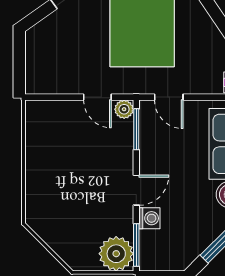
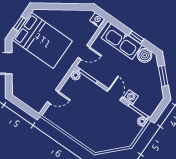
door: (97, 97) -> (53, 97), moved
plant: (116, 254) -> (142, 121), width x0.53, depth x0.53

